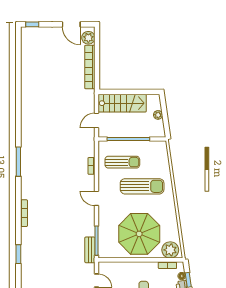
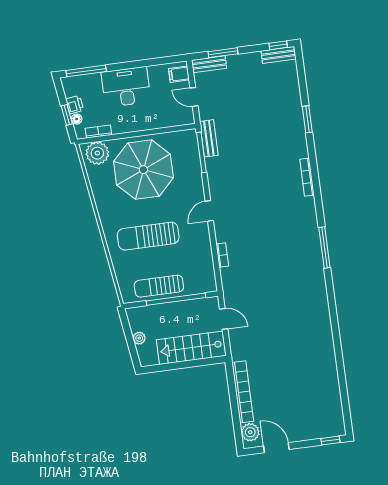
door: (96, 121) -> (224, 319), hinge flipped
sun lounger: (122, 162) -> (159, 286), moved
door: (96, 198) -> (209, 211), swing flipped

